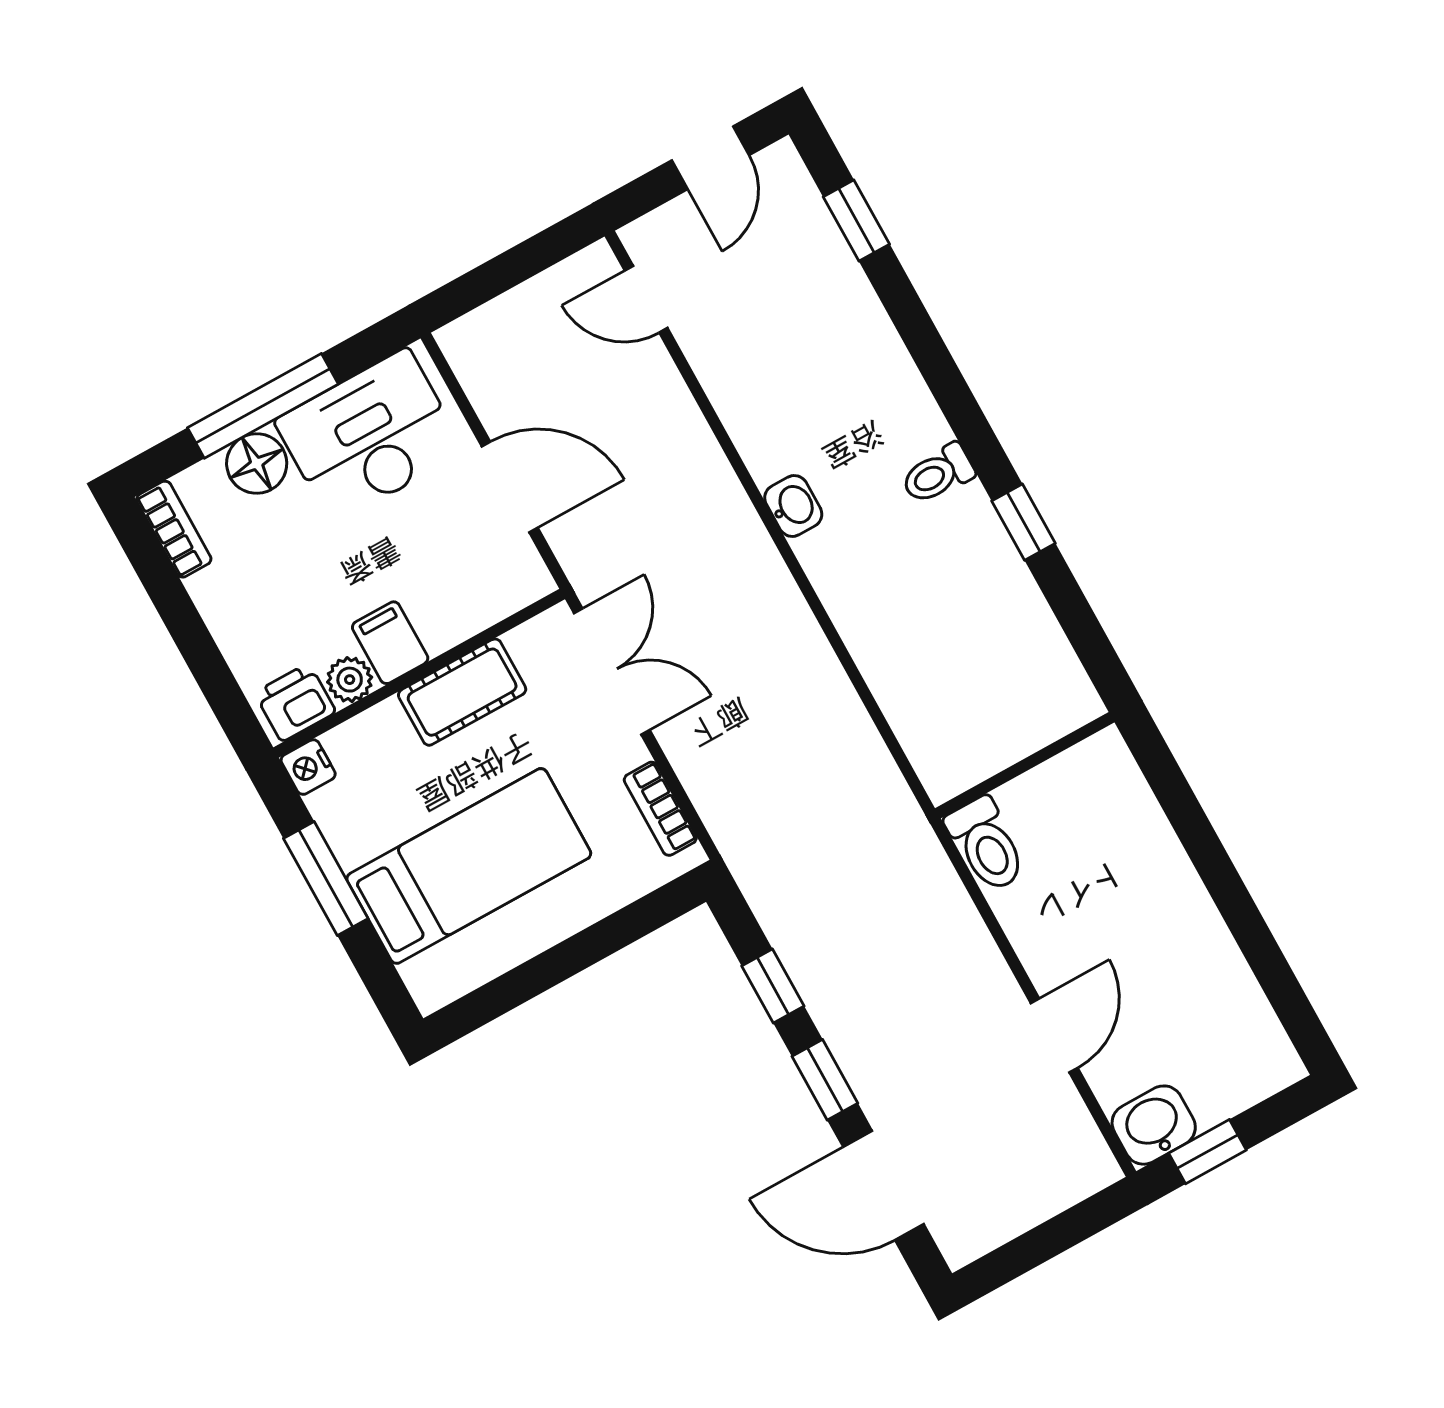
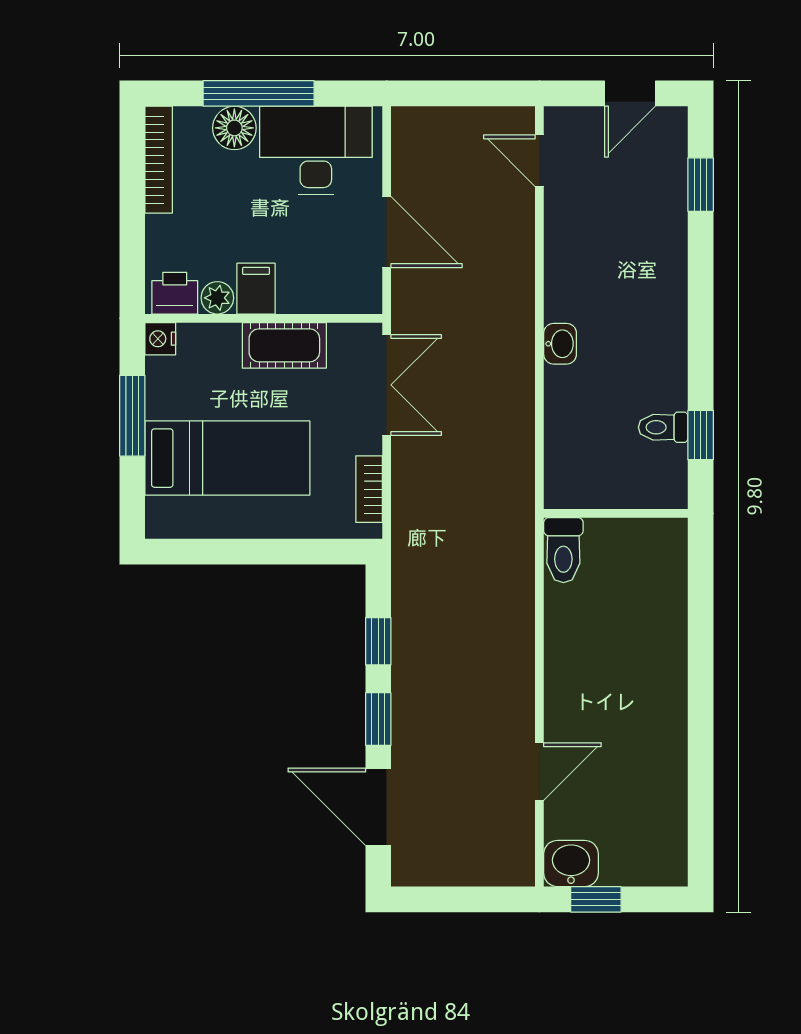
toilet: (938, 474) -> (663, 427), moved
bookcase: (174, 529) -> (159, 160), width x1.56
wall: (1025, 765) -> (616, 513), moved
toilet: (986, 844) -> (563, 550), moved

